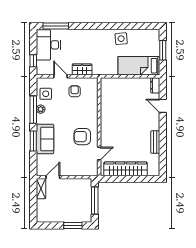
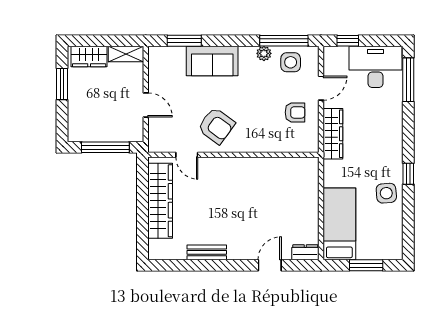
window: (110, 26) -> (408, 174), added
wardrobe: (82, 69) -> (333, 134), width x1.50
window: (33, 110) -> (284, 41), moved
armchair: (82, 137) -> (216, 126), turned 126
window: (33, 141) -> (184, 41), moved
door: (53, 177) -> (146, 105), moved
wardrobe: (42, 210) -> (89, 56), added
window: (73, 225) -> (62, 84), moved

